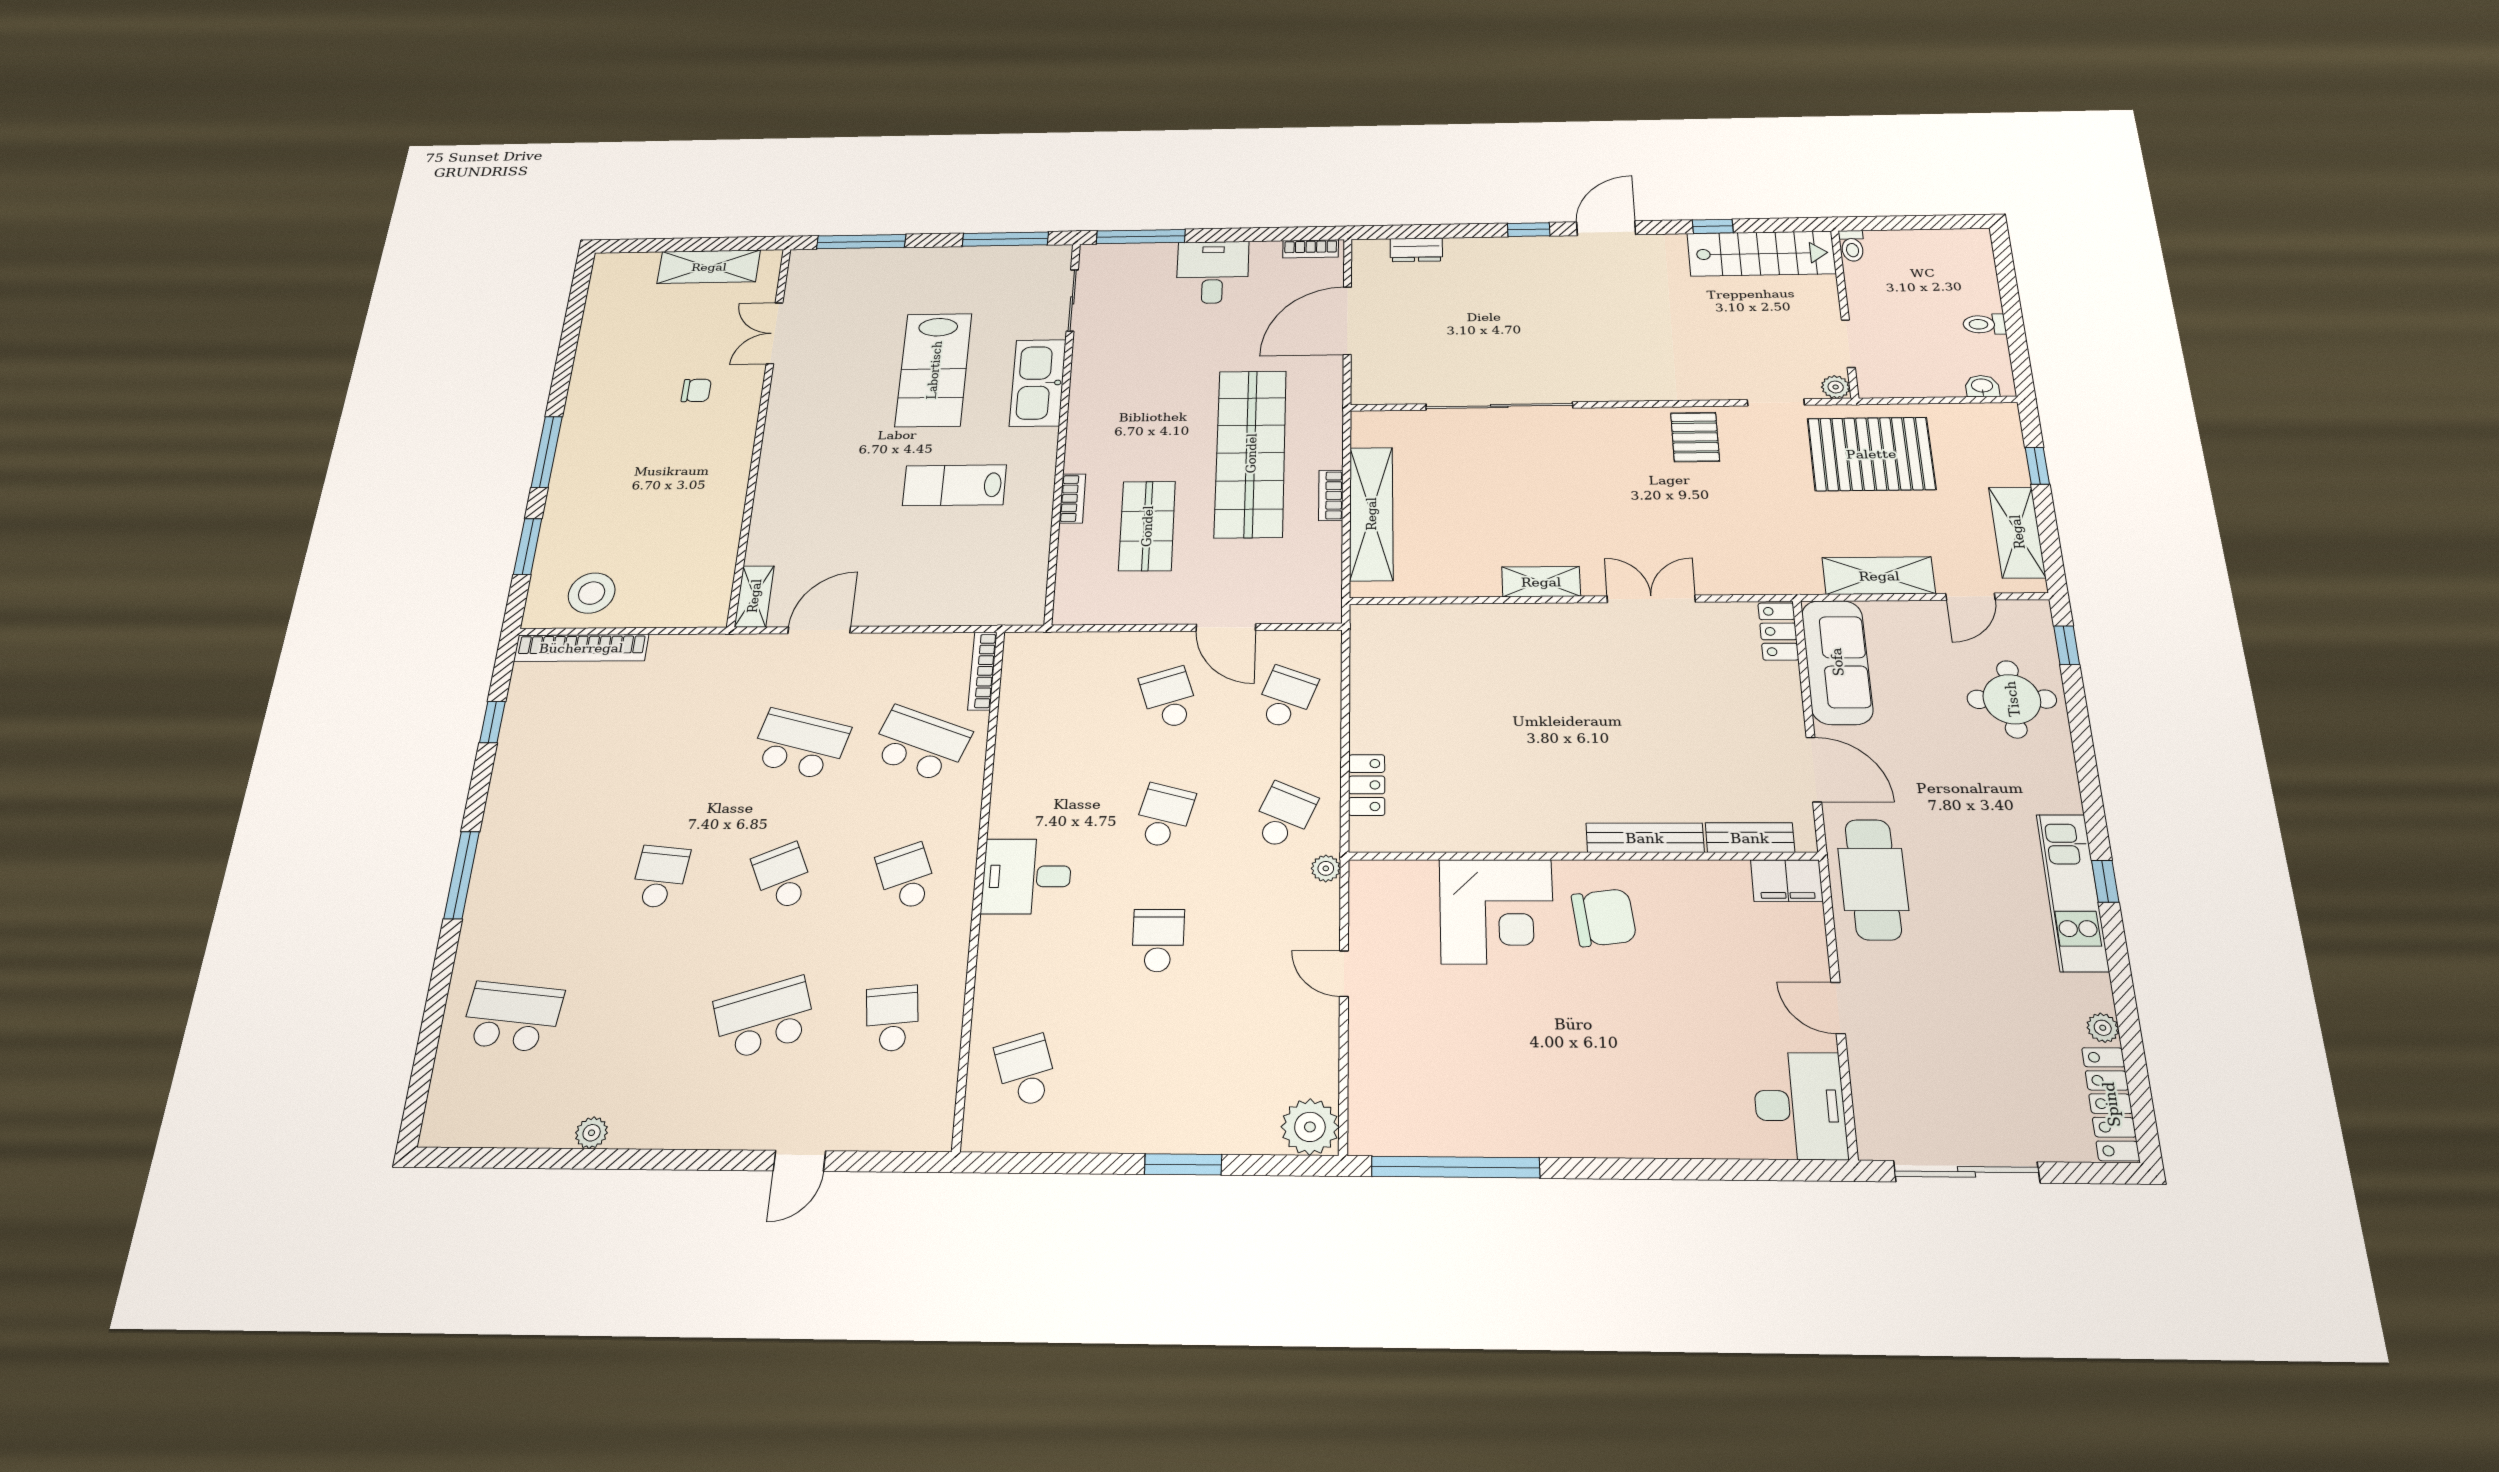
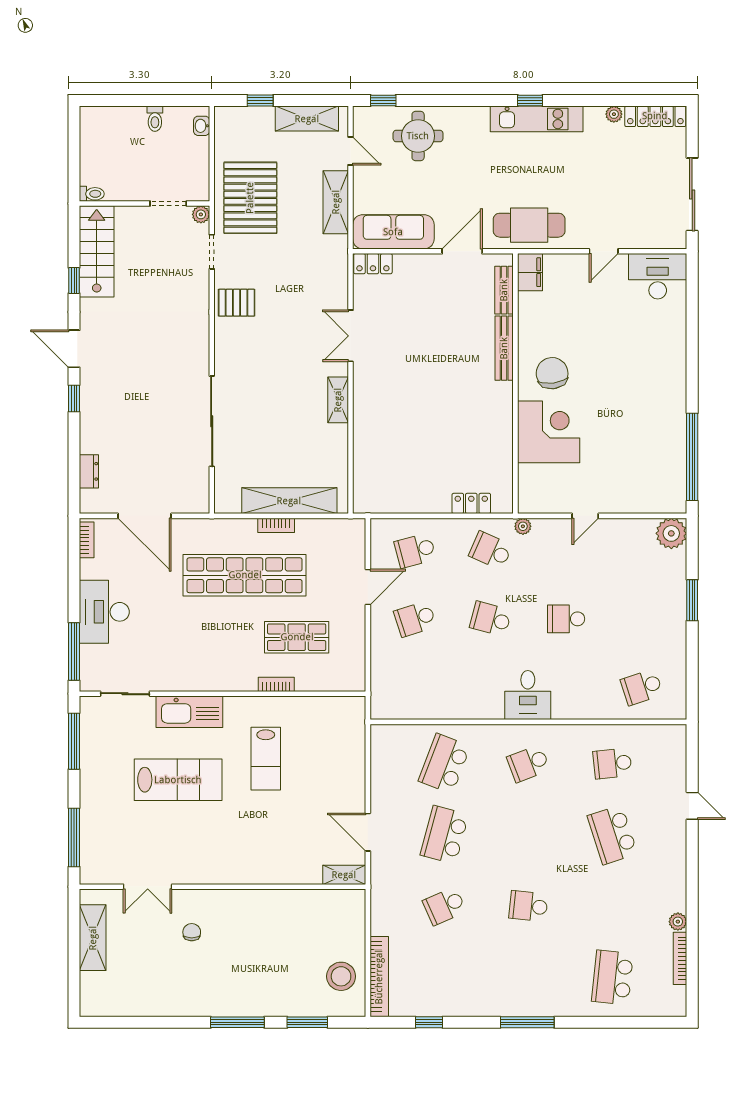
desk: (1213, 272) -> (104, 612), width x1.37
bookcase: (982, 671) -> (680, 958), moved, turned 90
school desk: (1286, 698) -> (415, 551), turned -36
school desk: (783, 877) -> (444, 906), moved

